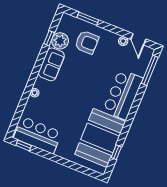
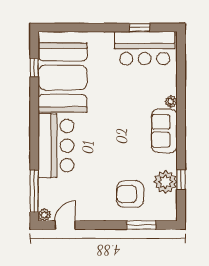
door: (138, 39) -> (65, 225), hinge flipped
plant: (123, 41) -> (45, 215), moved
sofa: (51, 64) -> (164, 131), moved
window: (24, 145) -> (140, 28), moved

